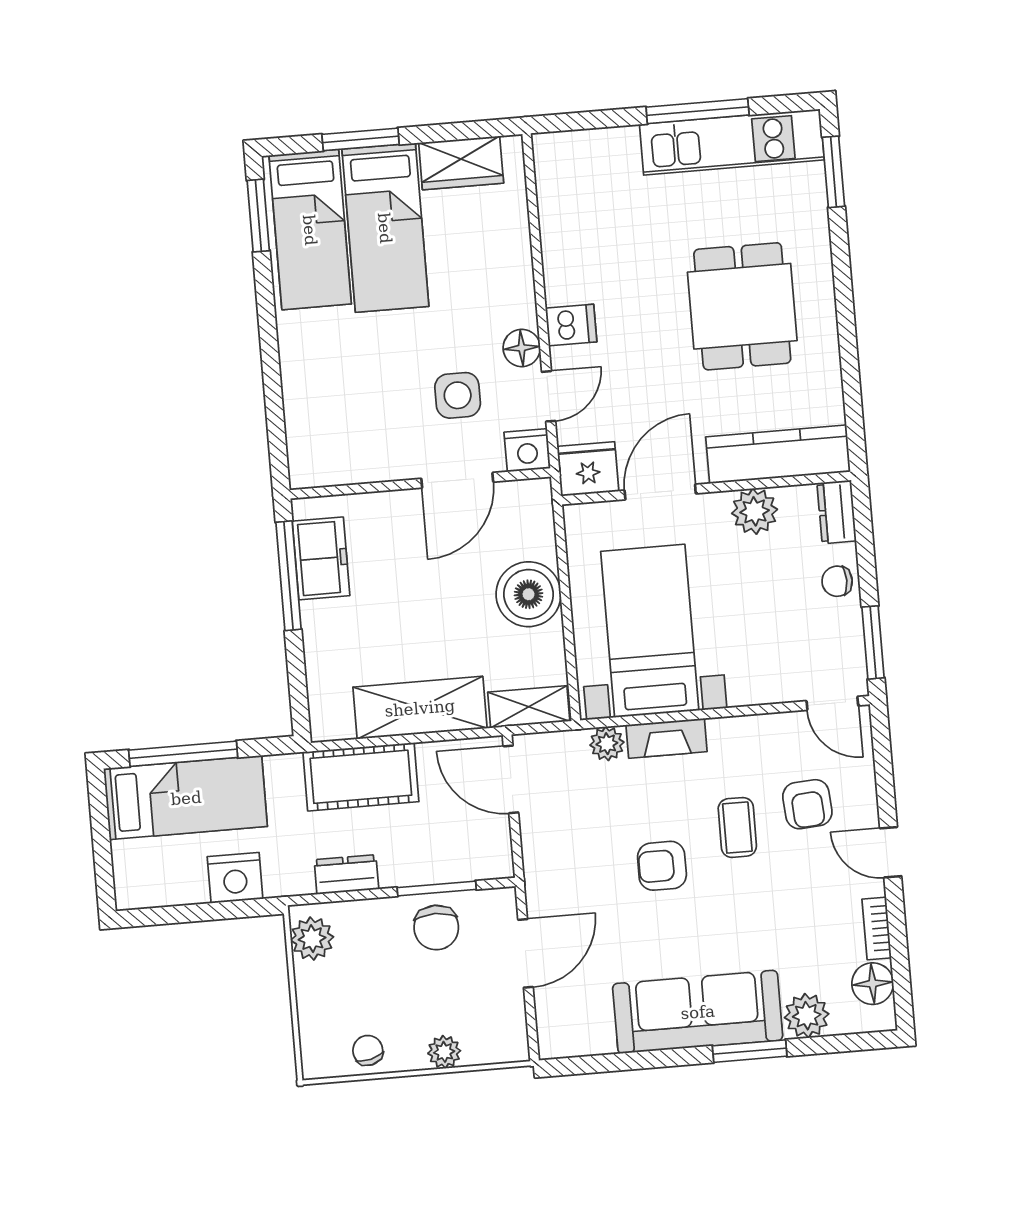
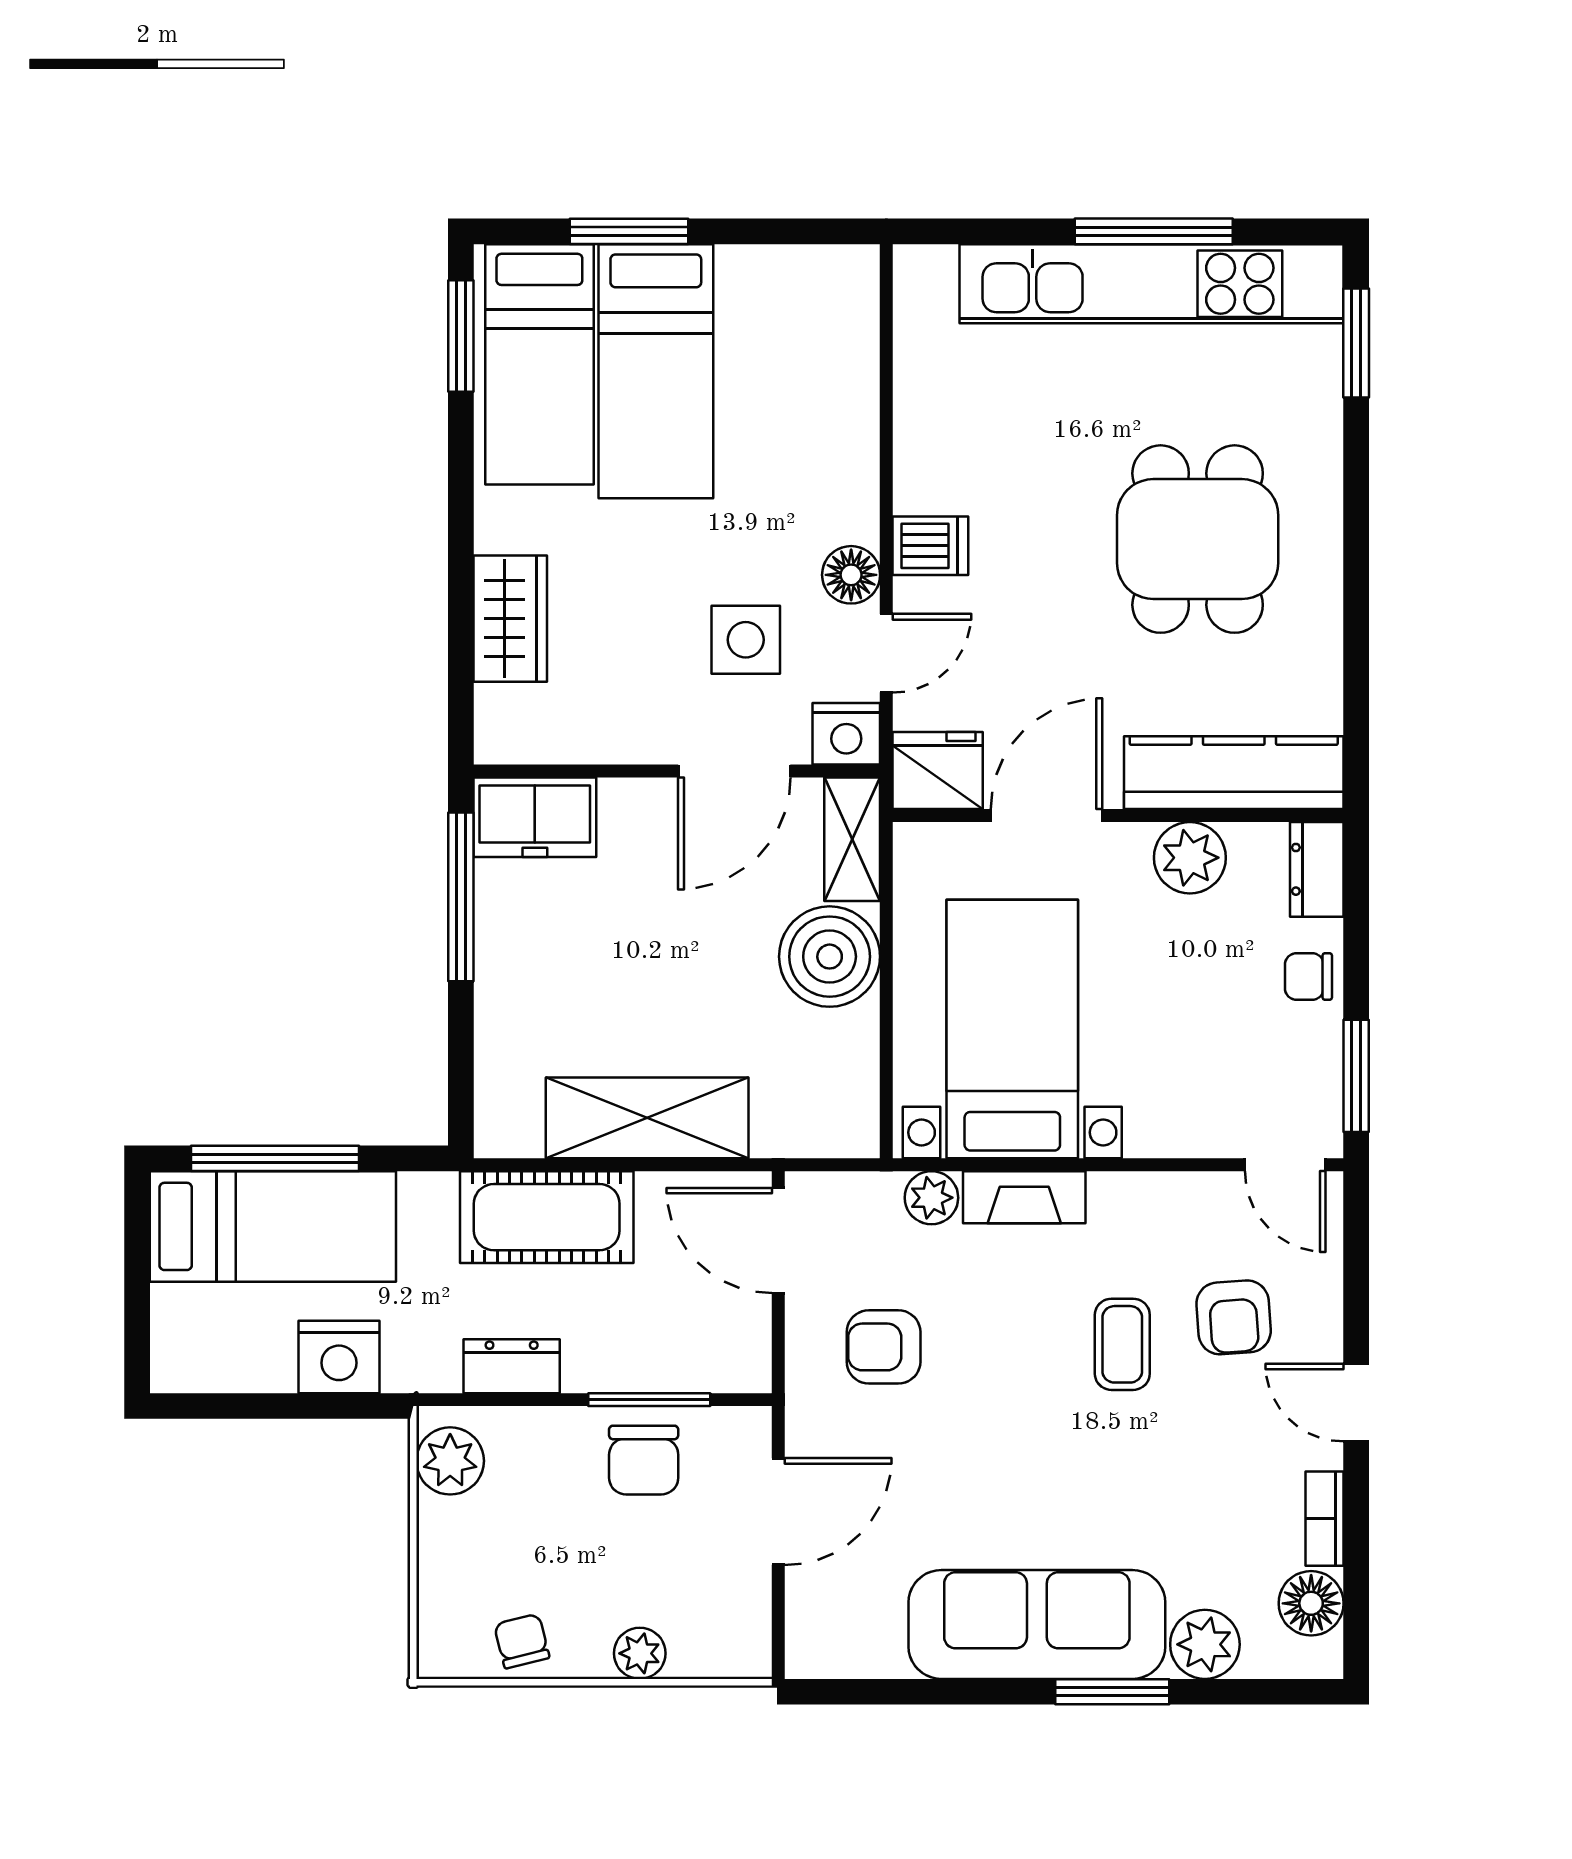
kitchen unit: (732, 142) -> (1152, 284), width x1.36
wardrobe: (461, 163) -> (510, 619), moved, turned -90
freezer: (321, 558) -> (535, 817), moved, turned 90
shelving: (529, 707) -> (852, 839), moved, turned 90
armchair: (662, 866) -> (884, 1347), moved

